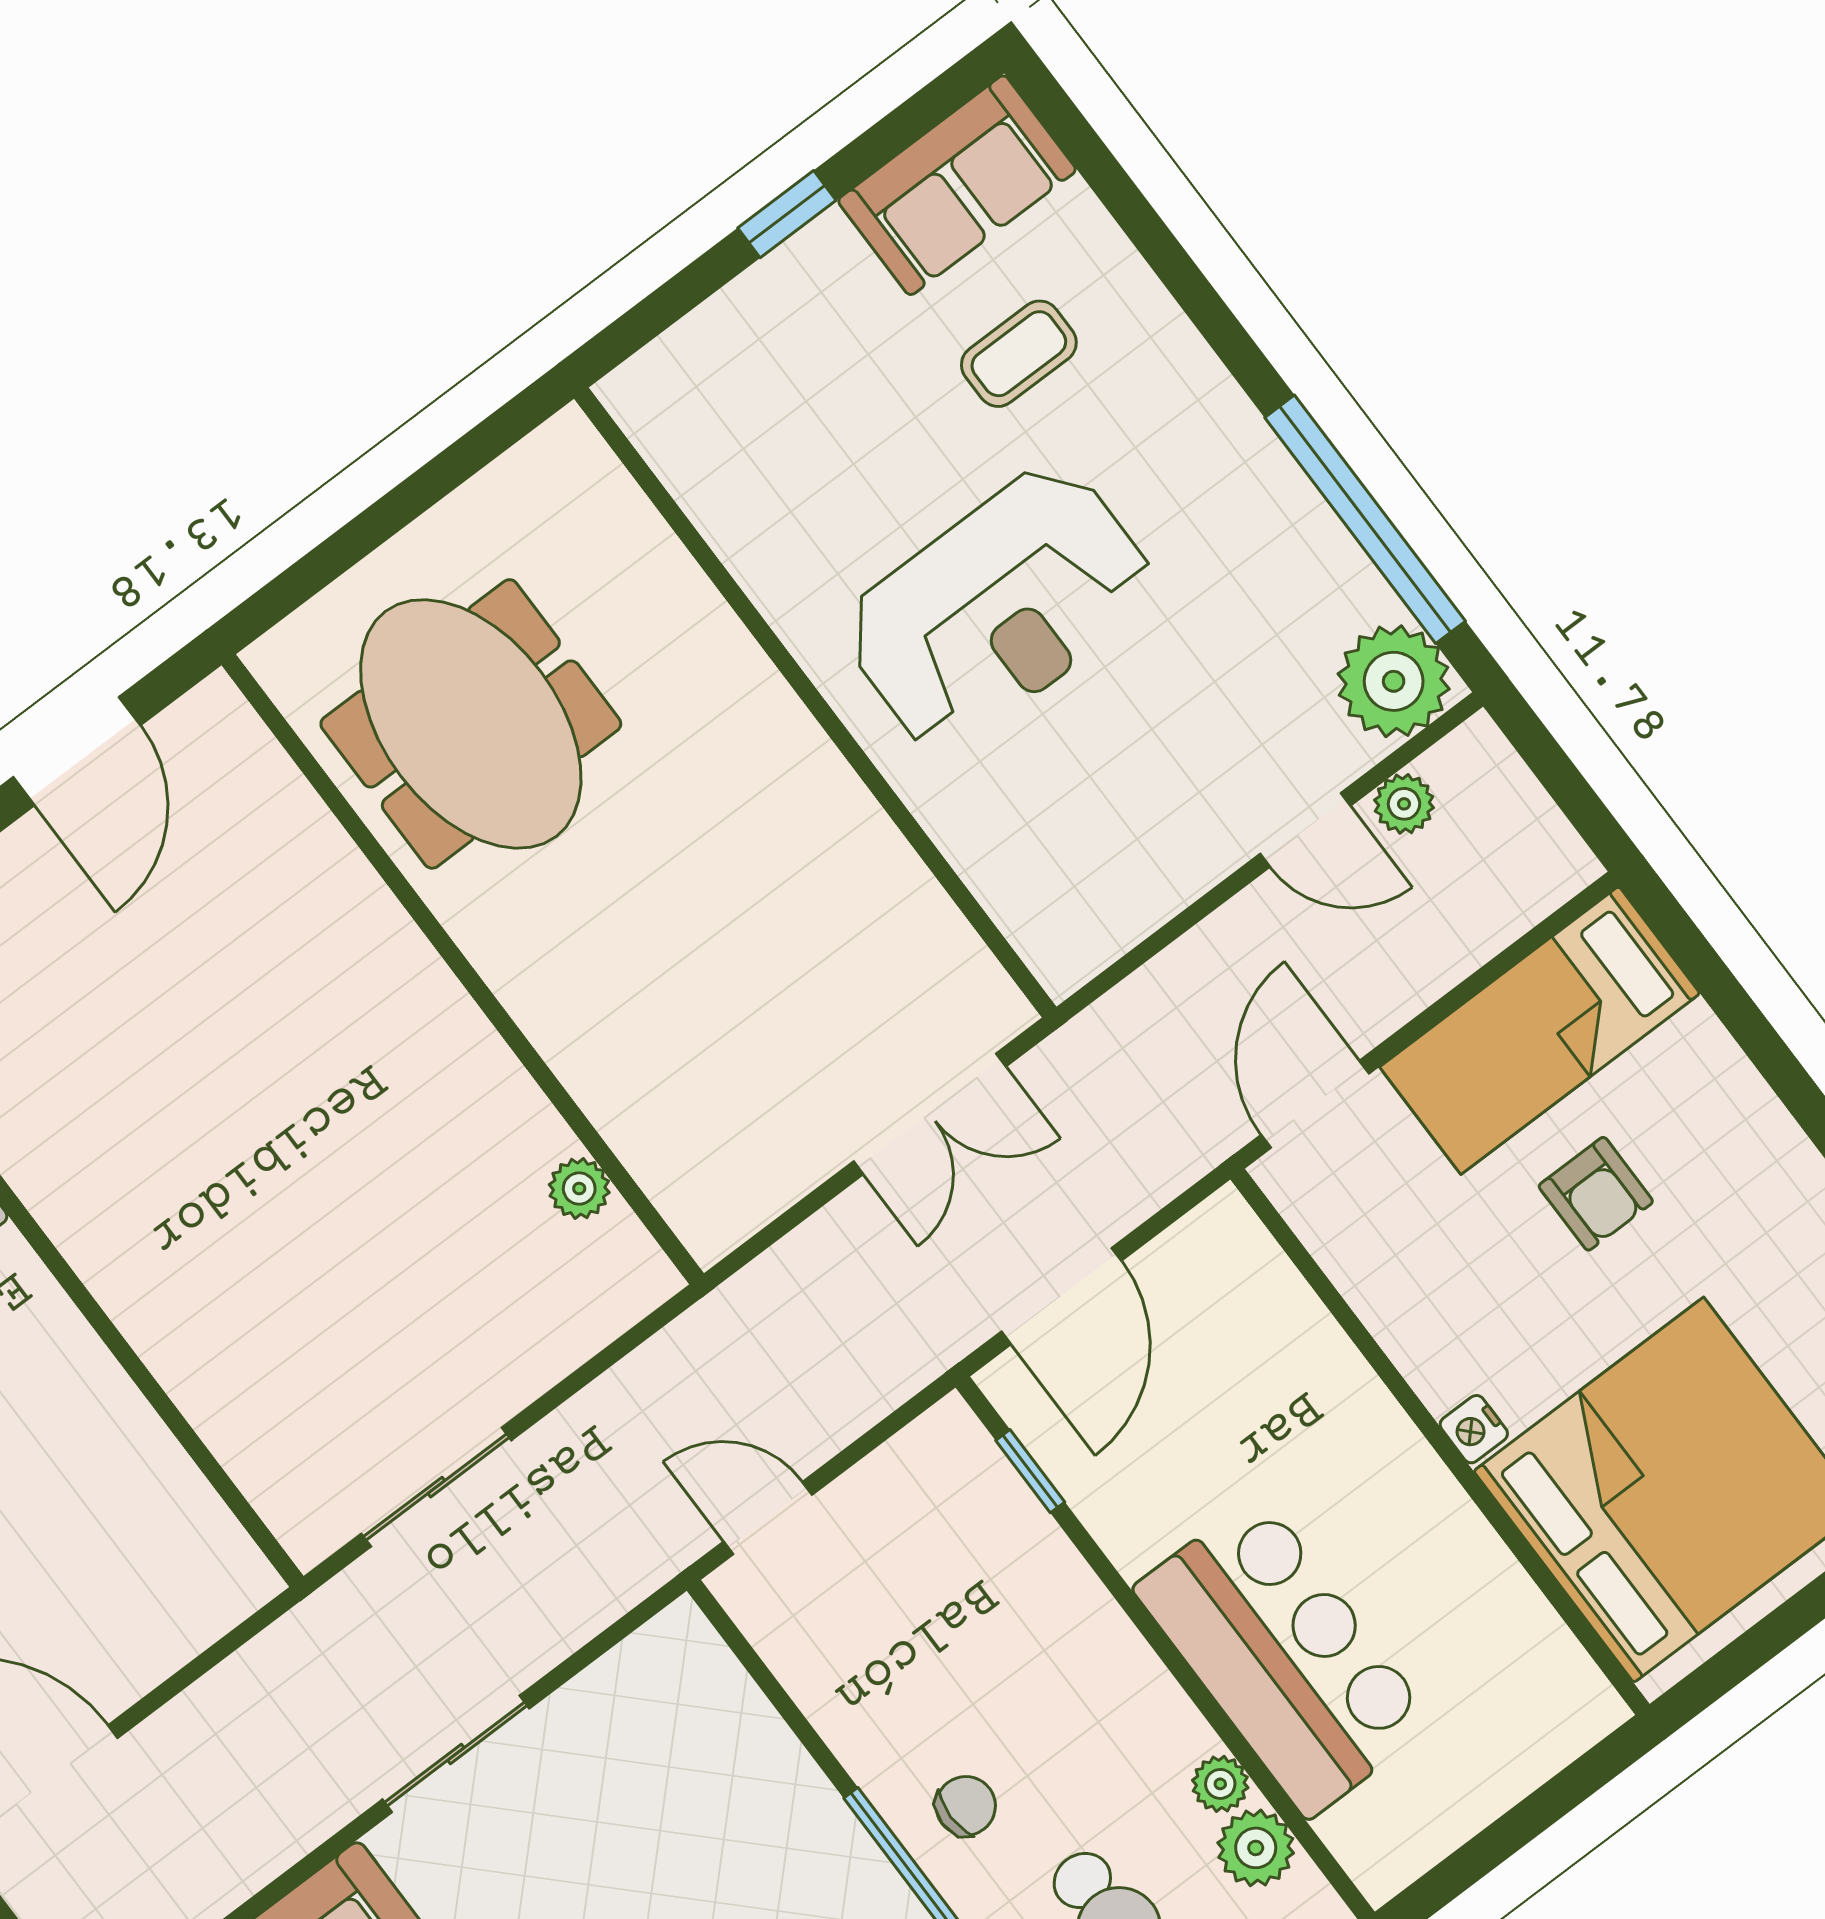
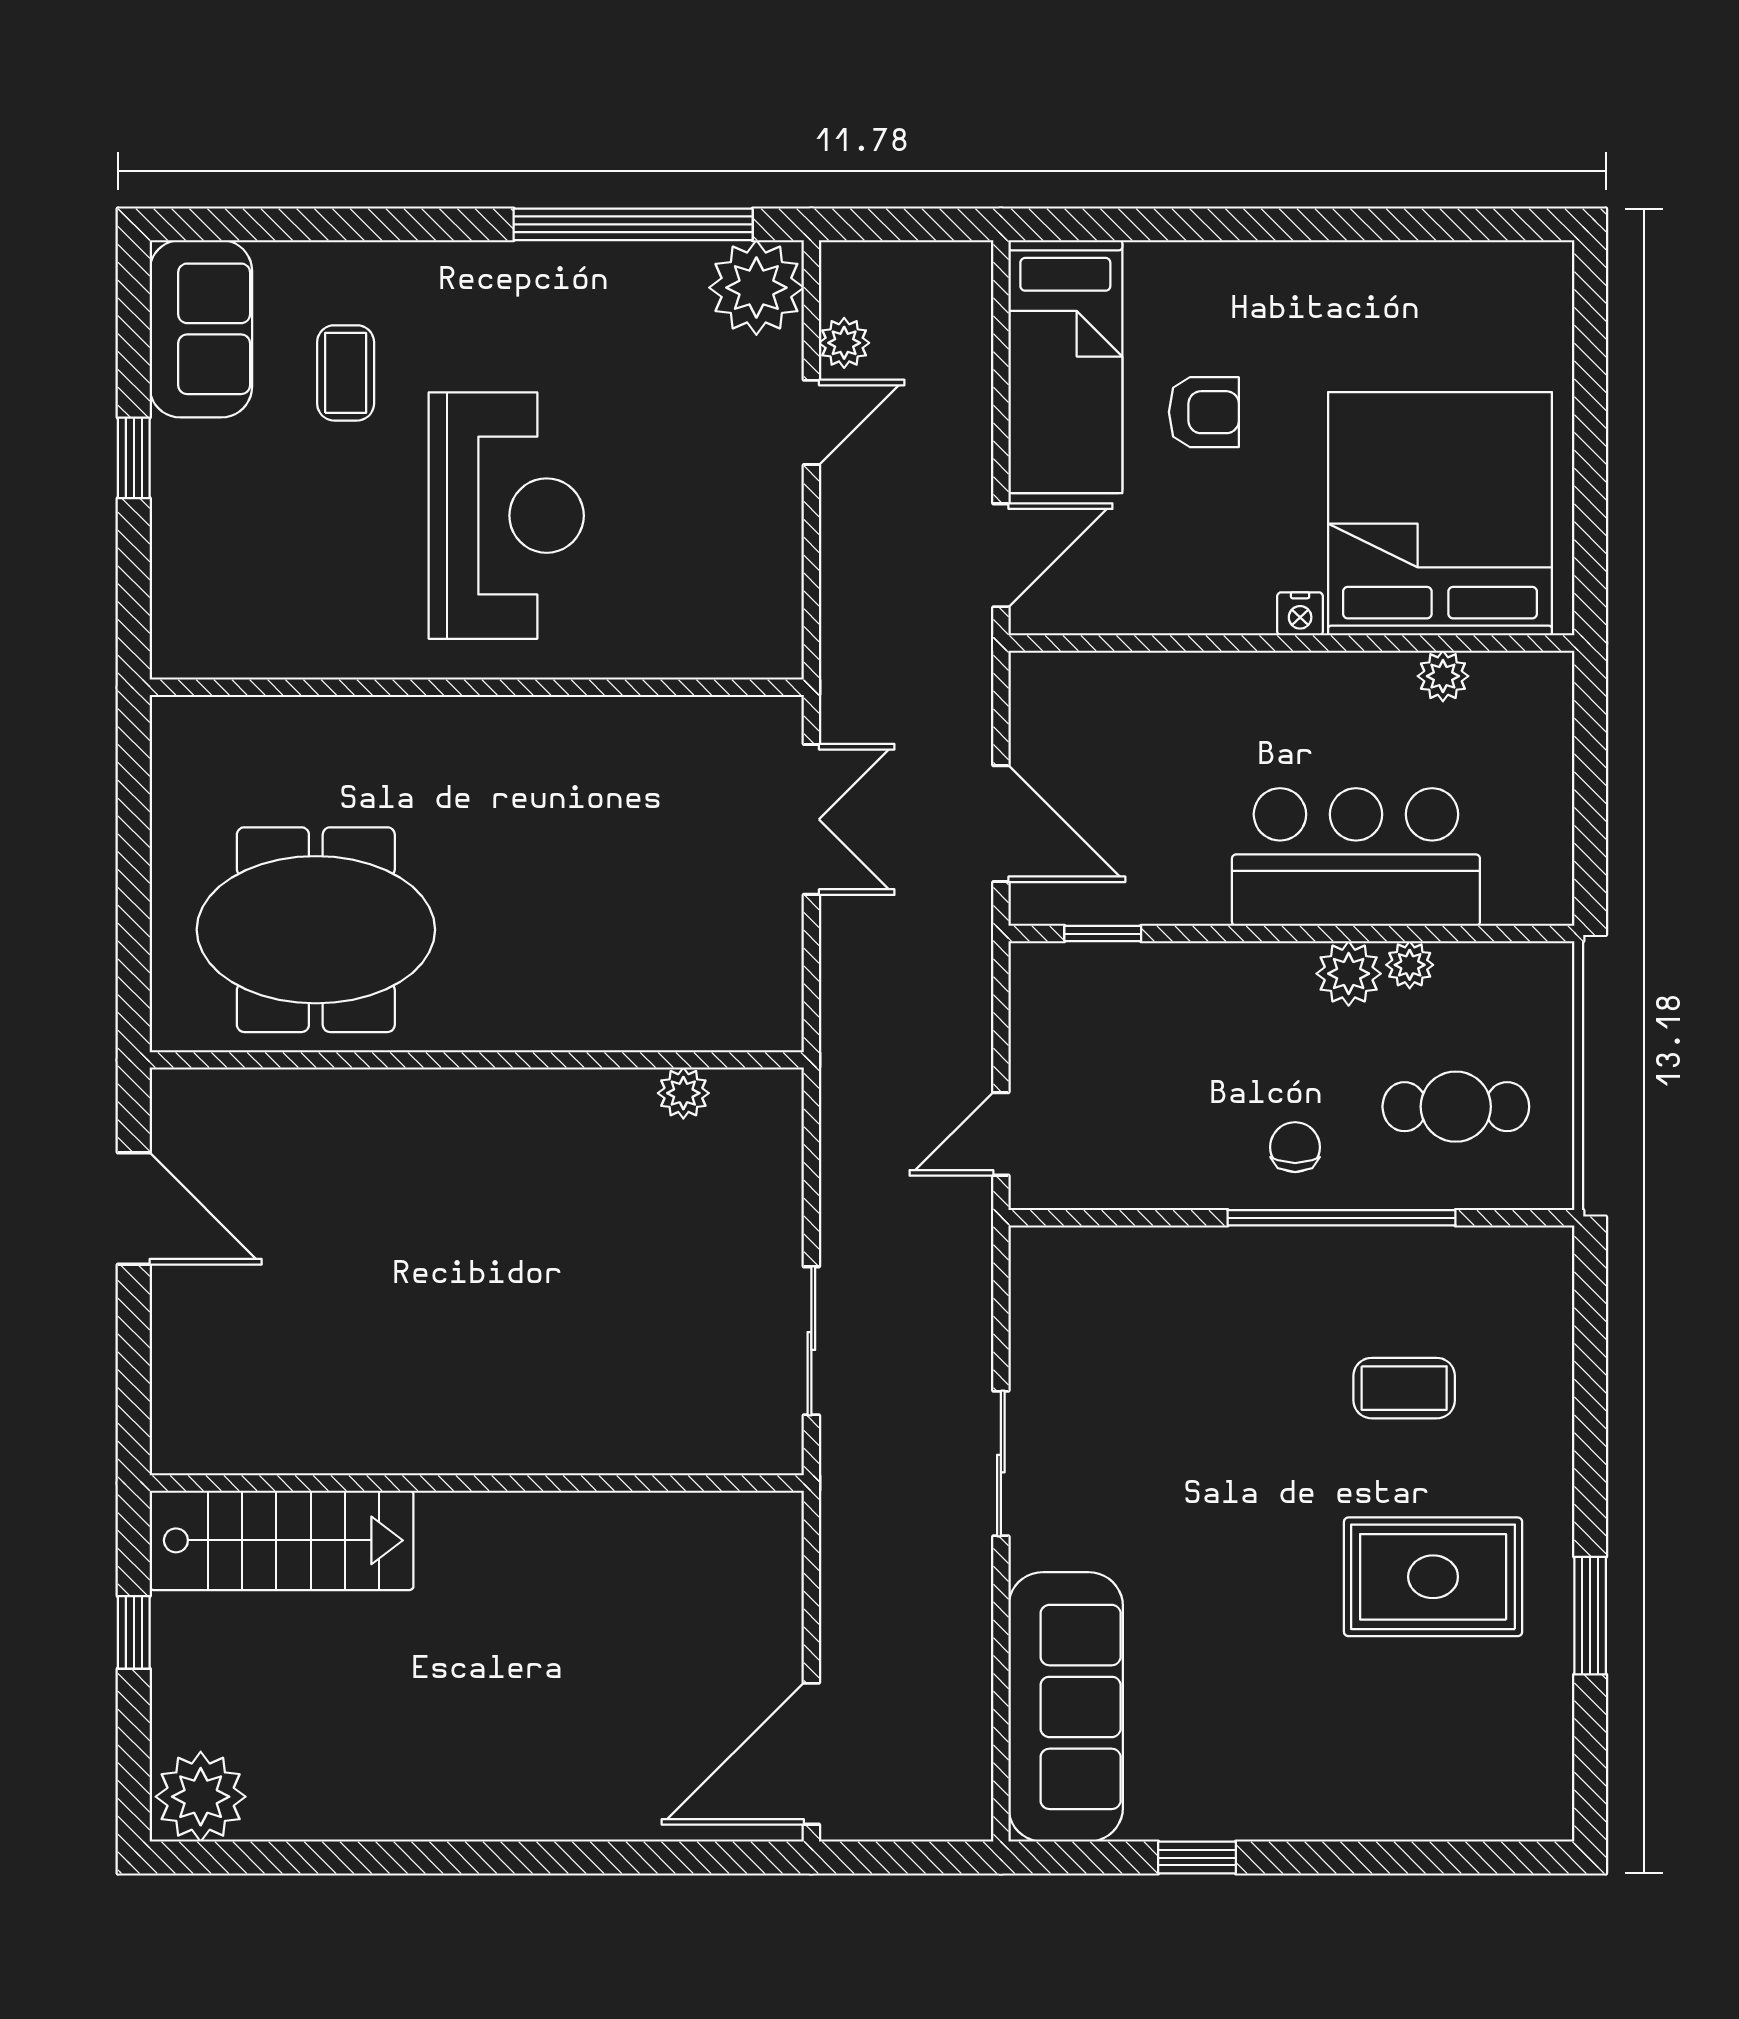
door: (1315, 1104) -> (1001, 555), swing flipped
plant: (1517, 1609) -> (1443, 676), added
plant: (1256, 1848) -> (1349, 974), moved

